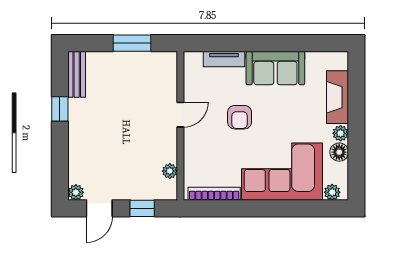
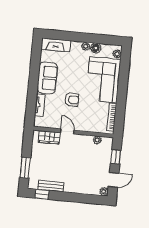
window: (132, 43) -> (25, 168), moved
bench: (77, 74) -> (51, 186), moved
wardrobe: (166, 82) -> (49, 137), added
fireplace: (338, 97) -> (56, 45), moved
window: (60, 109) -> (42, 194), moved
door: (99, 208) -> (114, 180), hinge flipped

